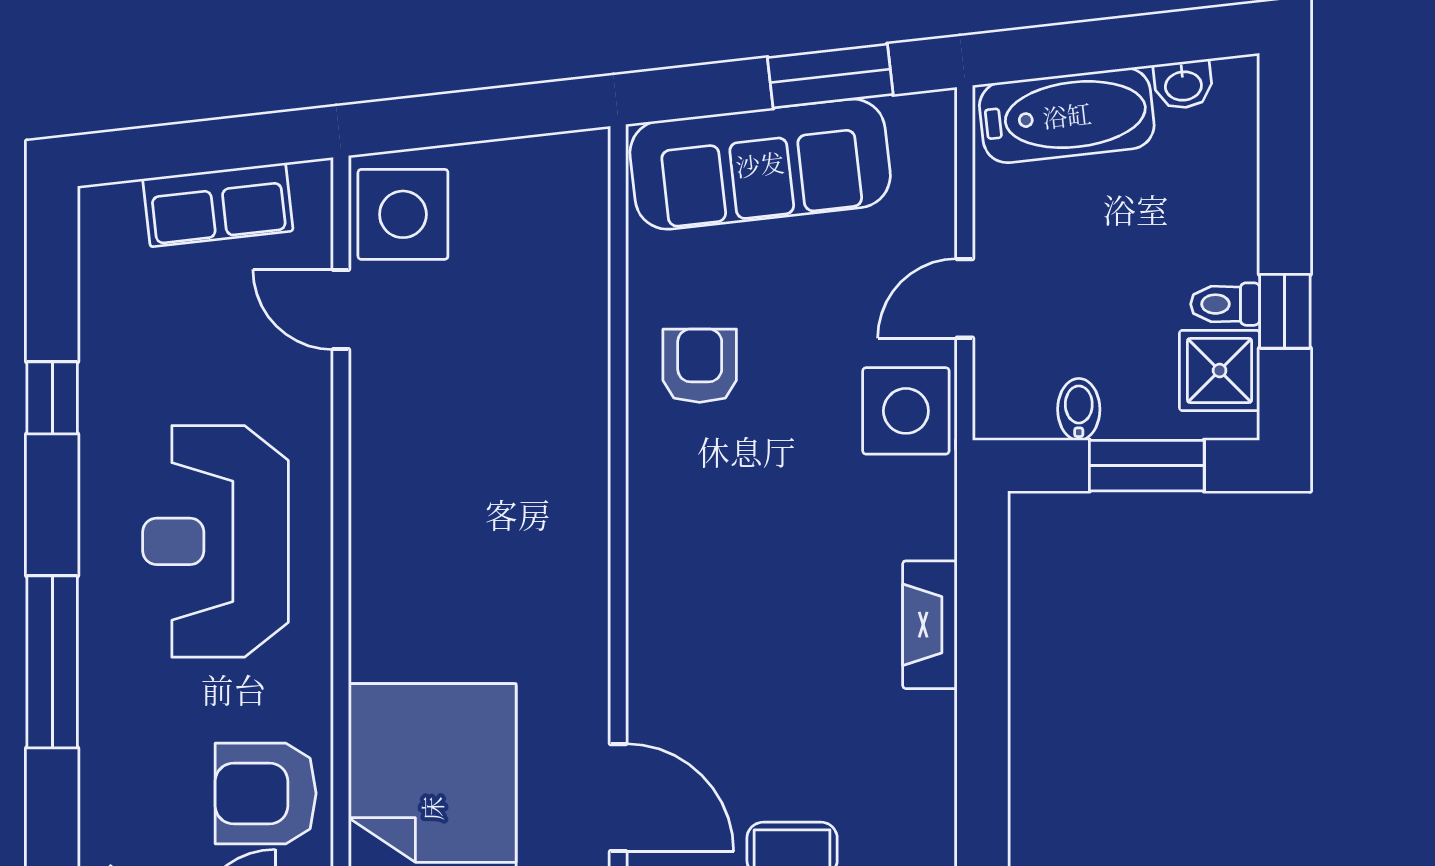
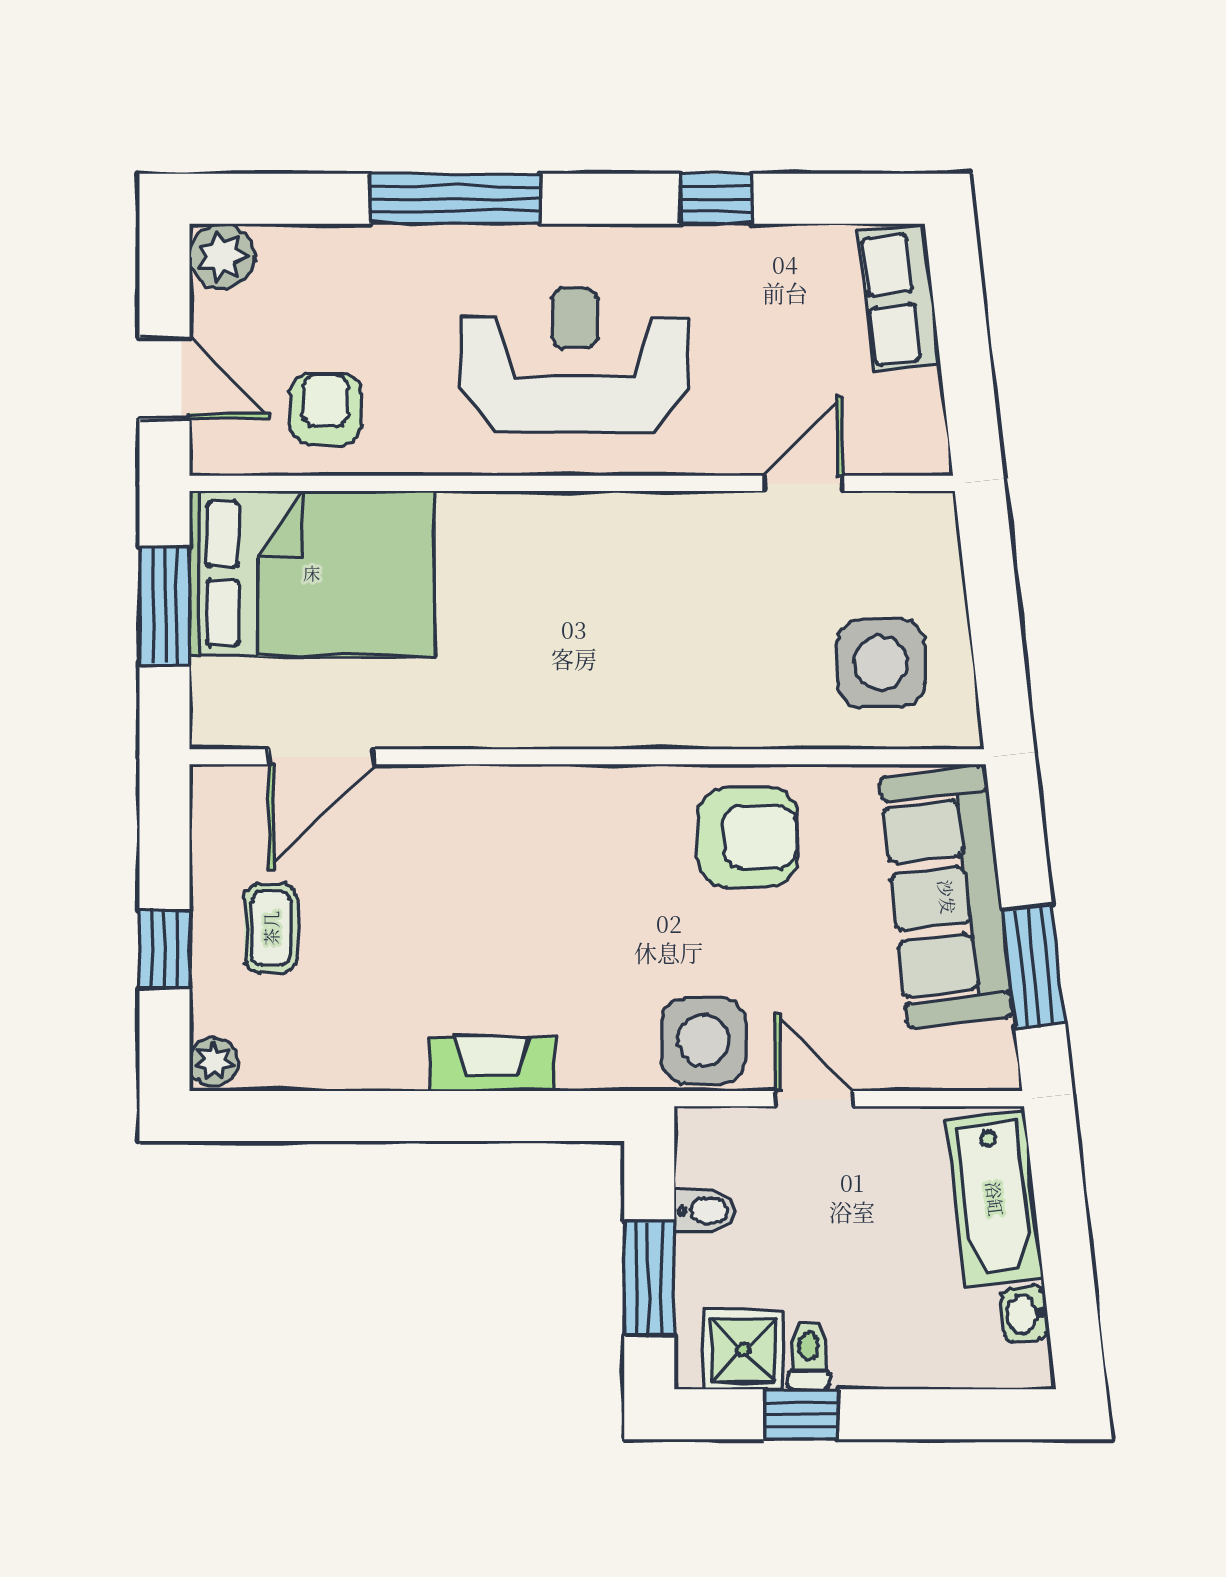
row of seats: (218, 205) -> (899, 299), moved
side table: (403, 214) -> (881, 663), moved
armchair: (700, 366) -> (748, 837), width x1.38, depth x1.38
armchair: (266, 793) -> (326, 409), width x0.72, depth x0.72

